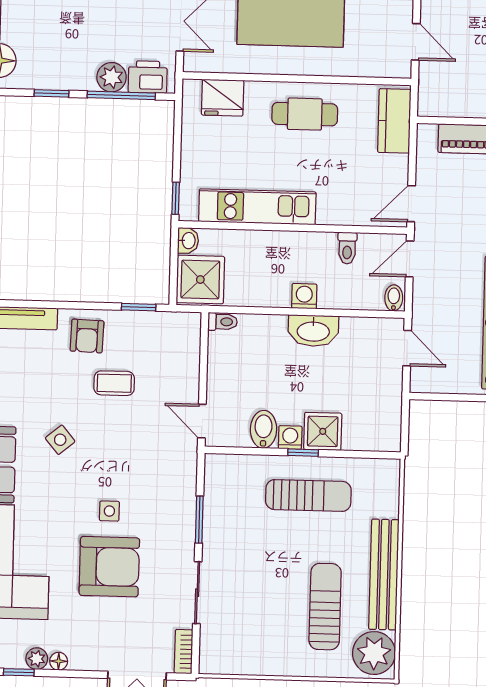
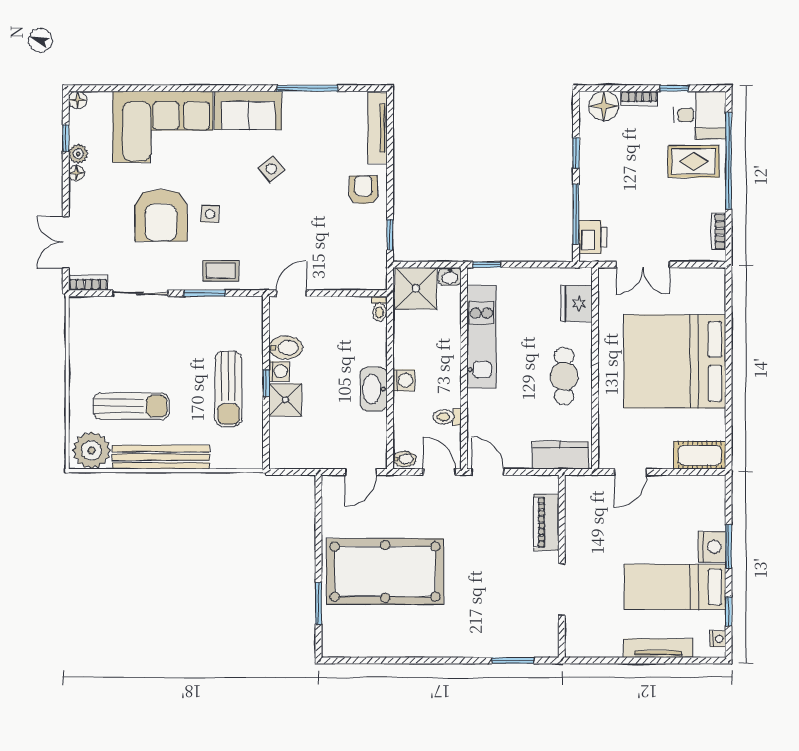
plant: (112, 77) -> (592, 205), removed
armchair: (87, 336) -> (363, 190), turned 88
coffee table: (114, 383) -> (221, 271), moved, turned 90

